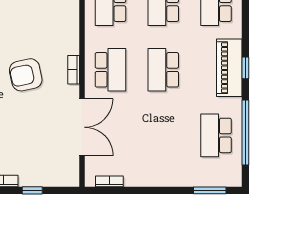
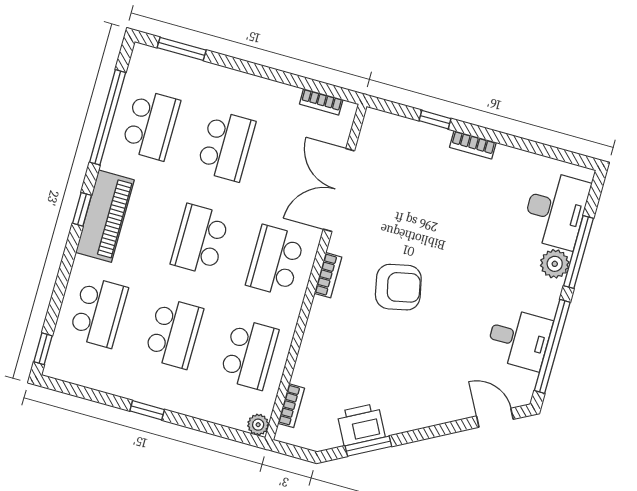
school desk: (163, 70) -> (200, 240), turned 180
school desk: (163, 135) -> (226, 146), added

